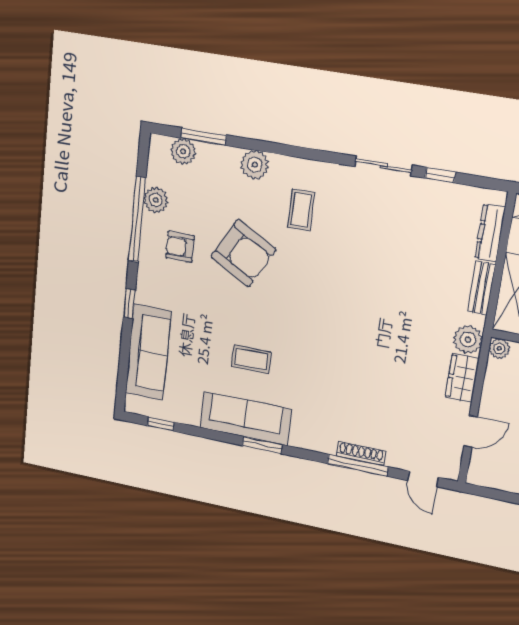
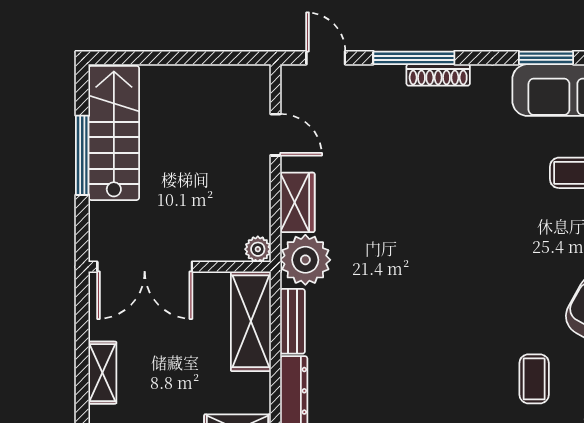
plant: (468, 340) -> (305, 260), width x1.36, depth x1.36
door: (471, 431) -> (275, 135), swing flipped
shoe rack: (361, 453) -> (438, 75), moved

